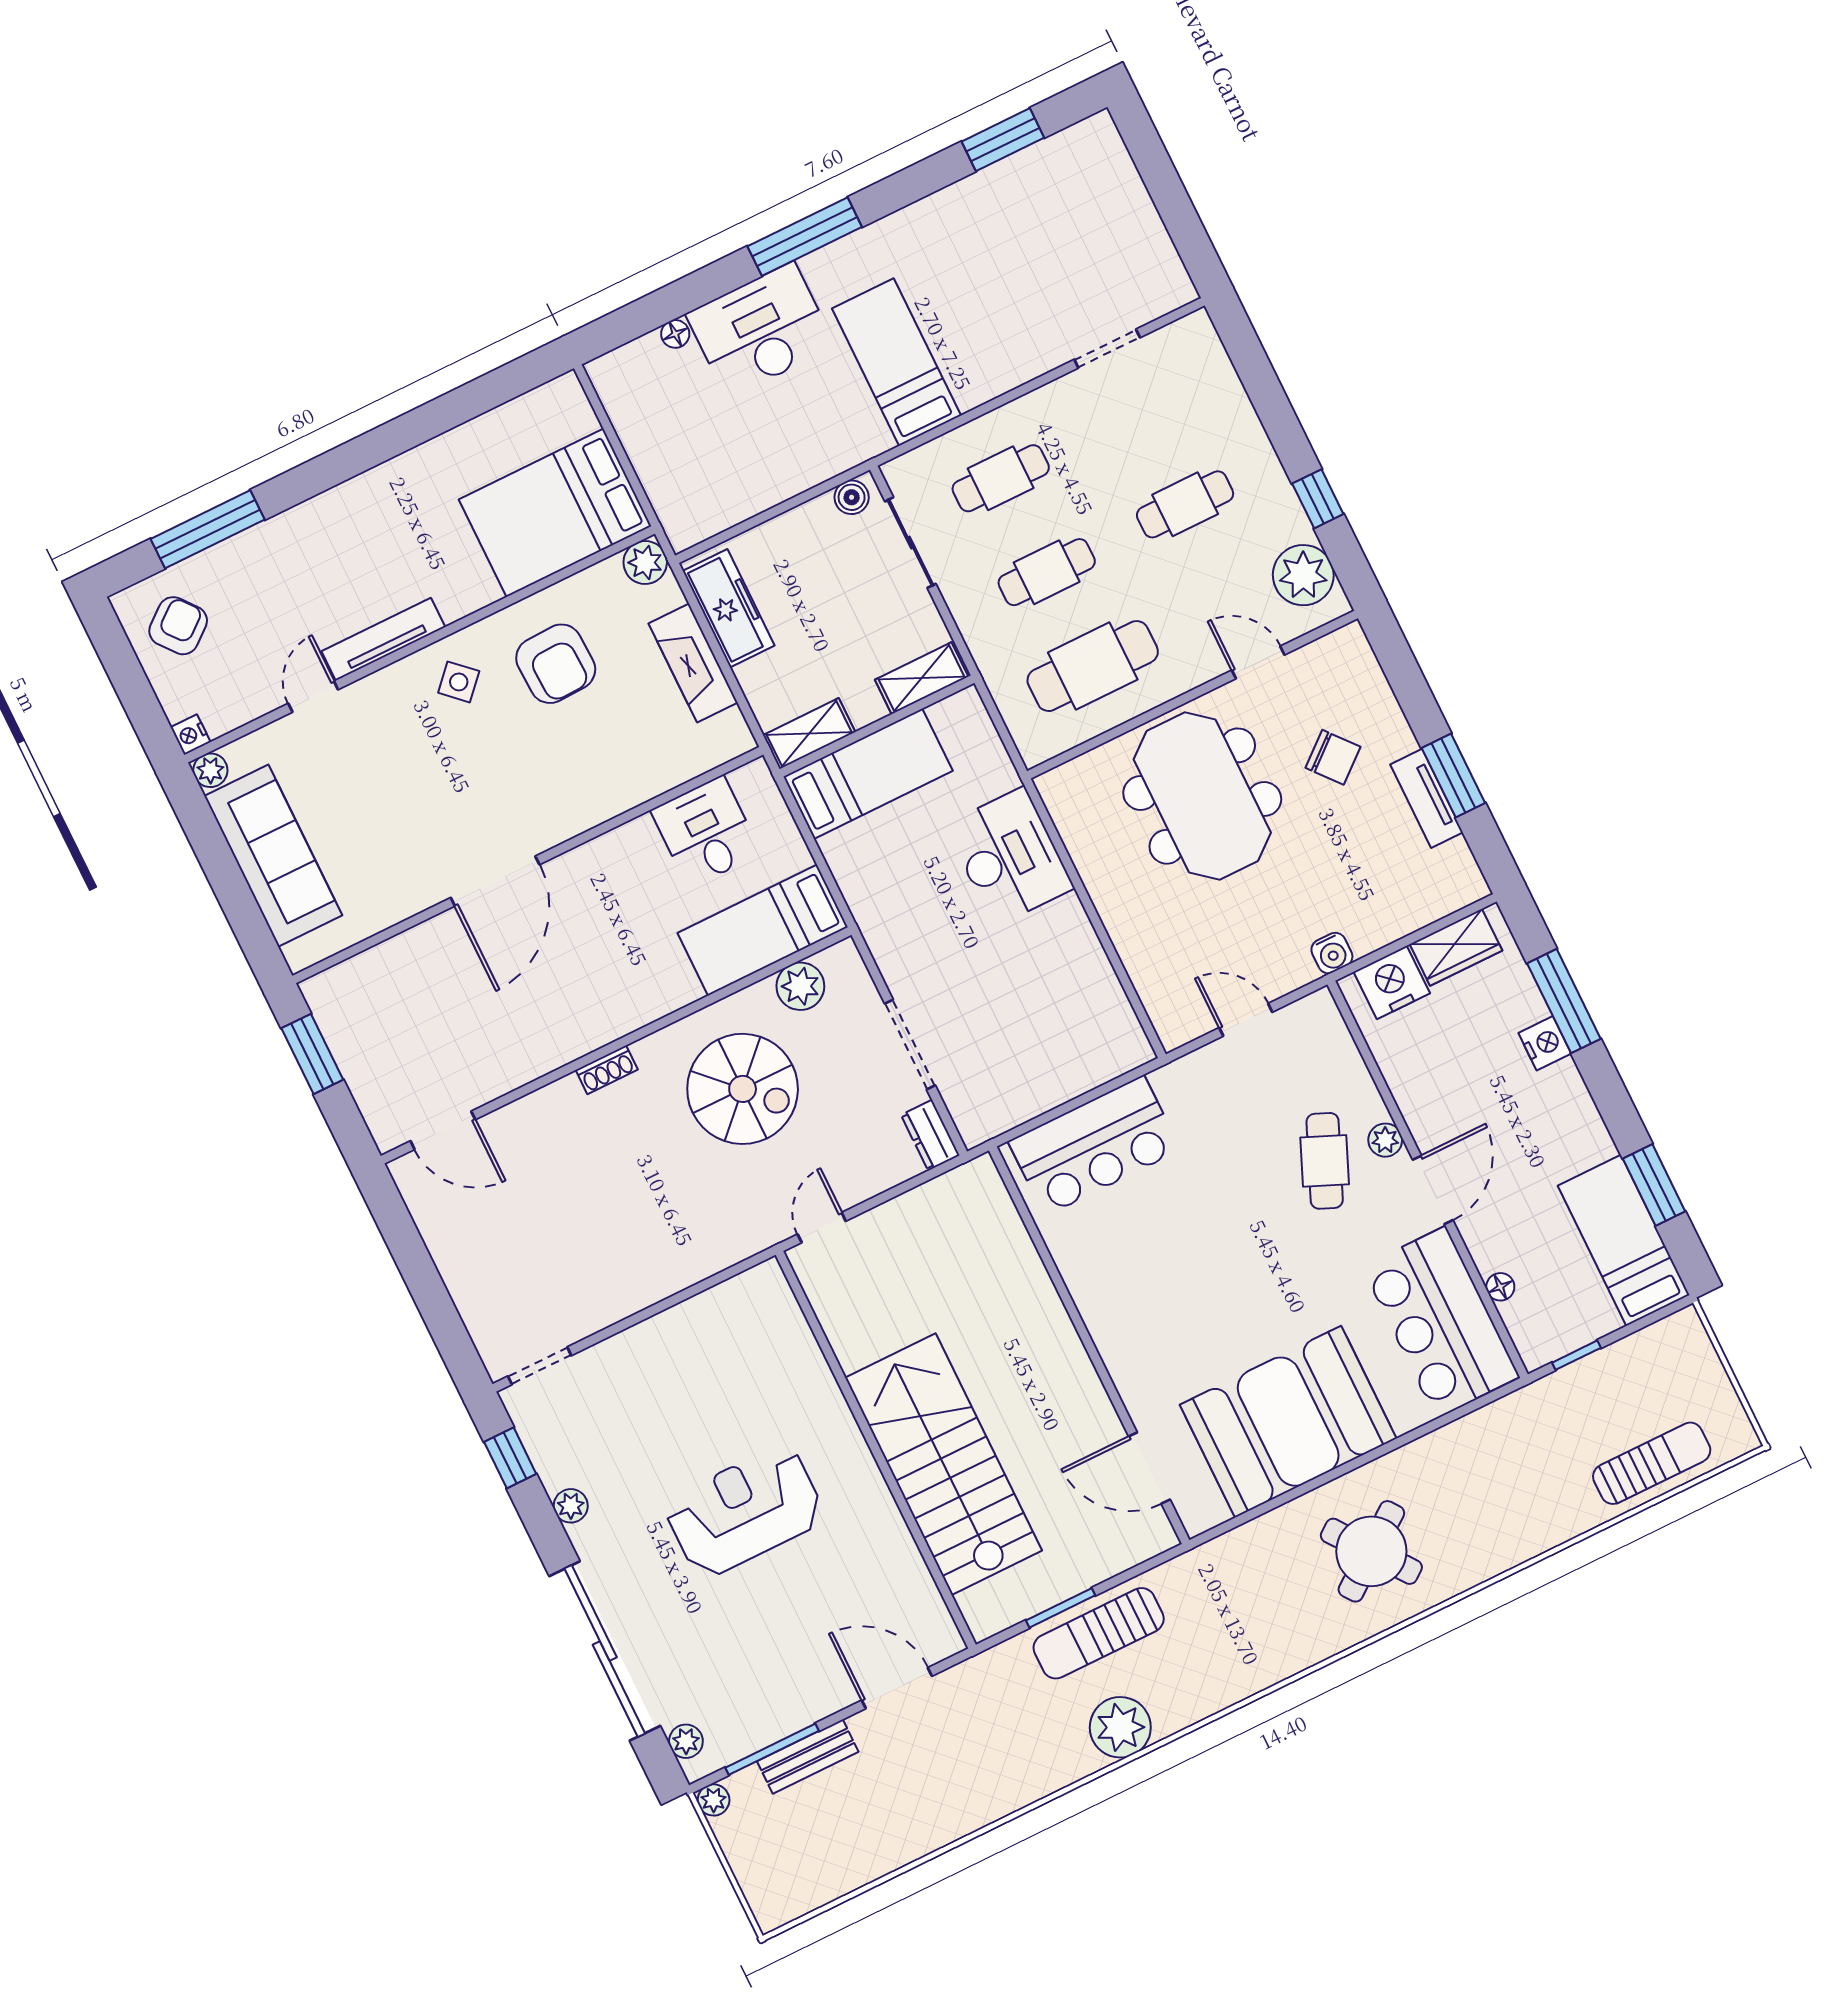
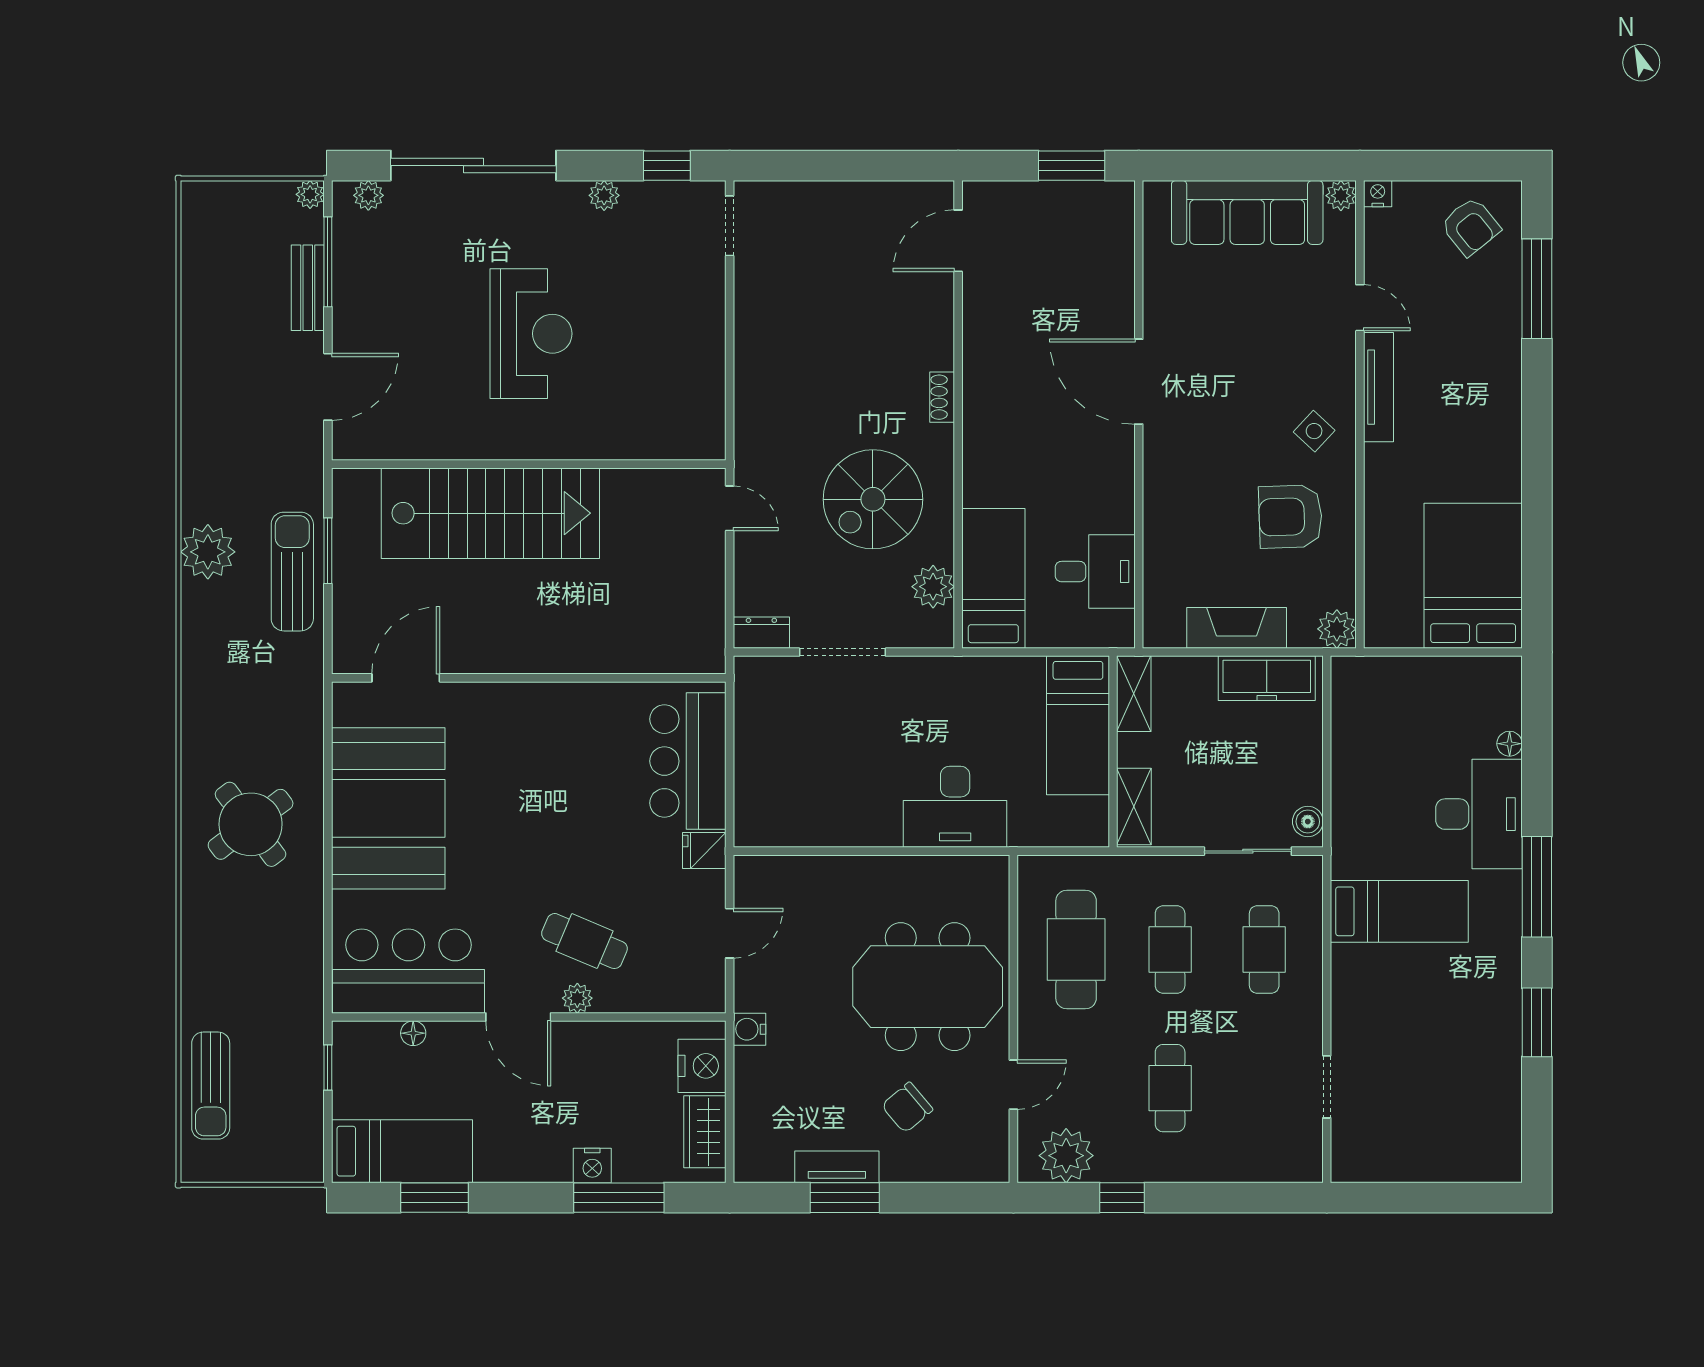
window: (1003, 140) -> (1537, 1022), moved
bed: (555, 513) -> (1473, 576), moved
fridge: (1176, 1086) -> (704, 851), added

